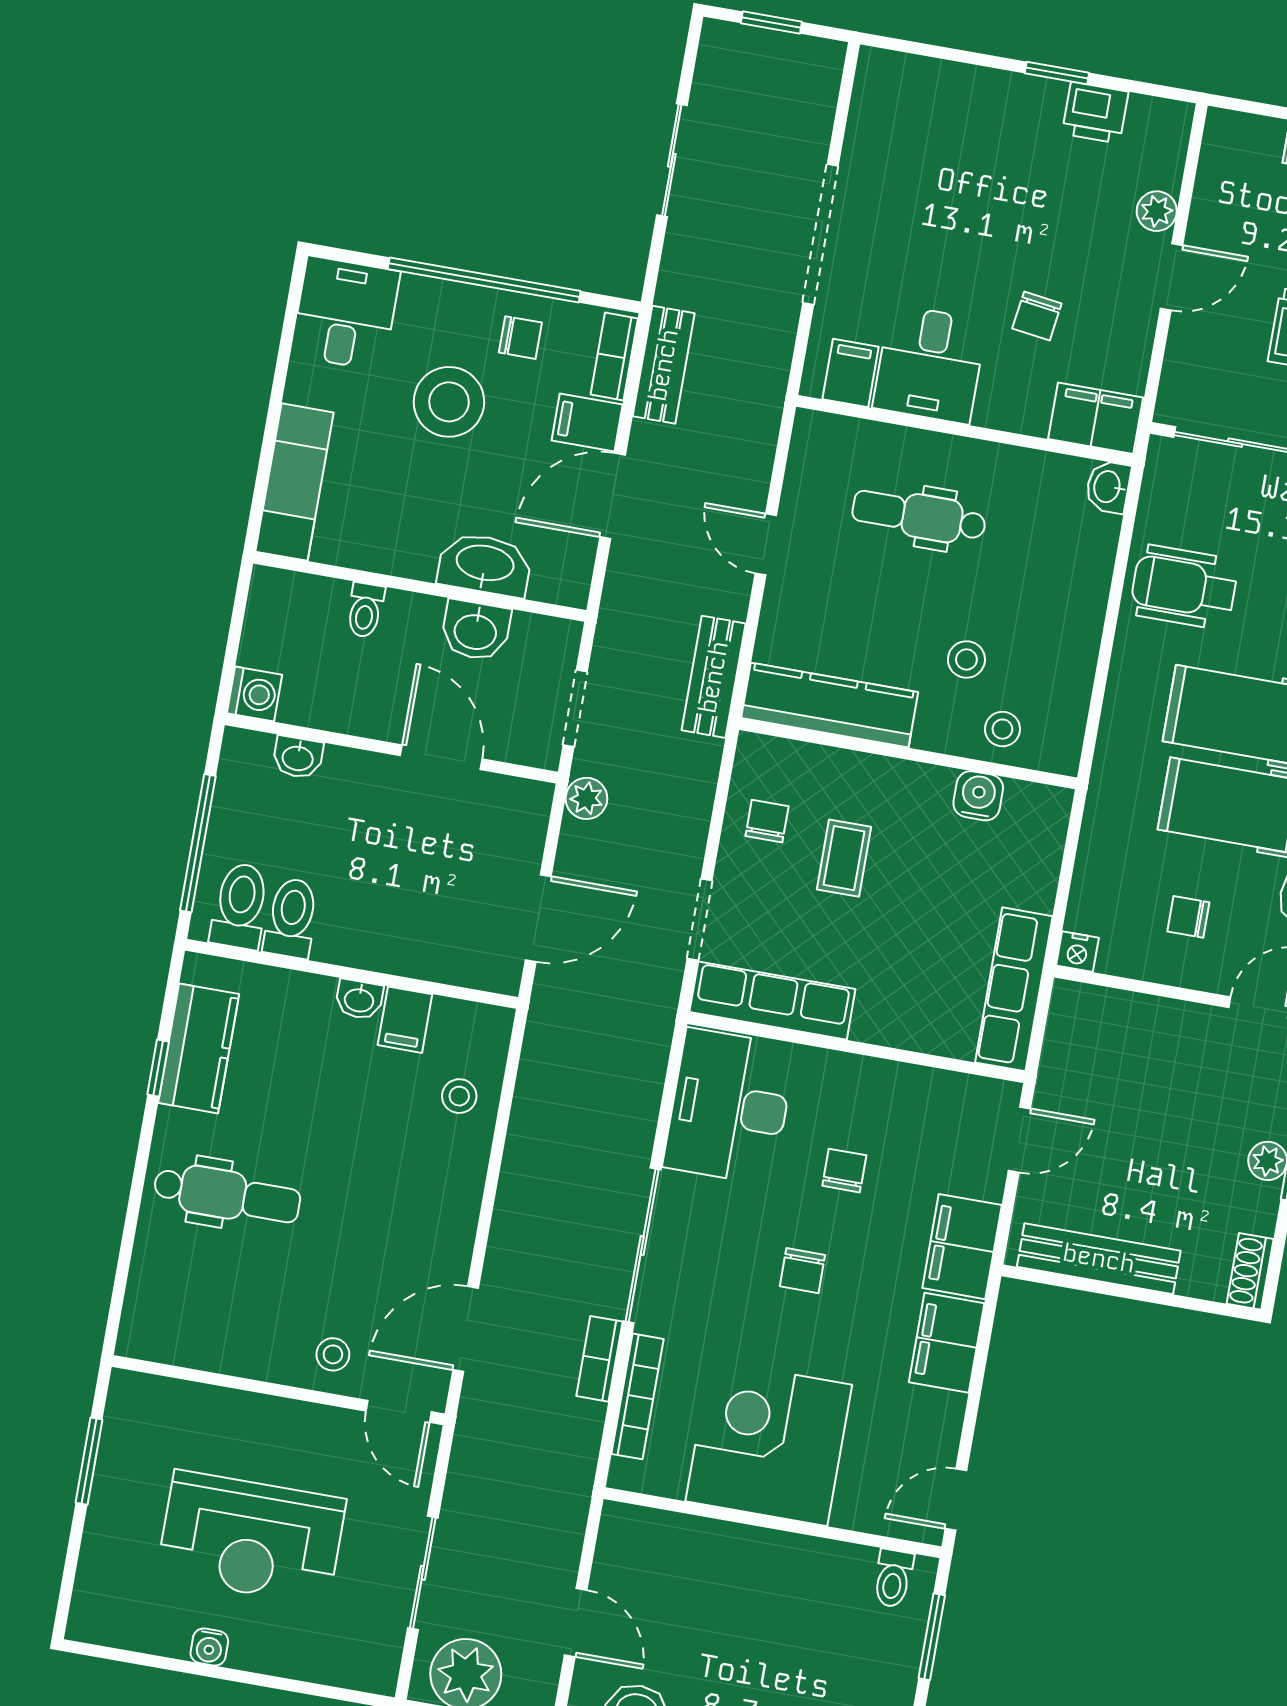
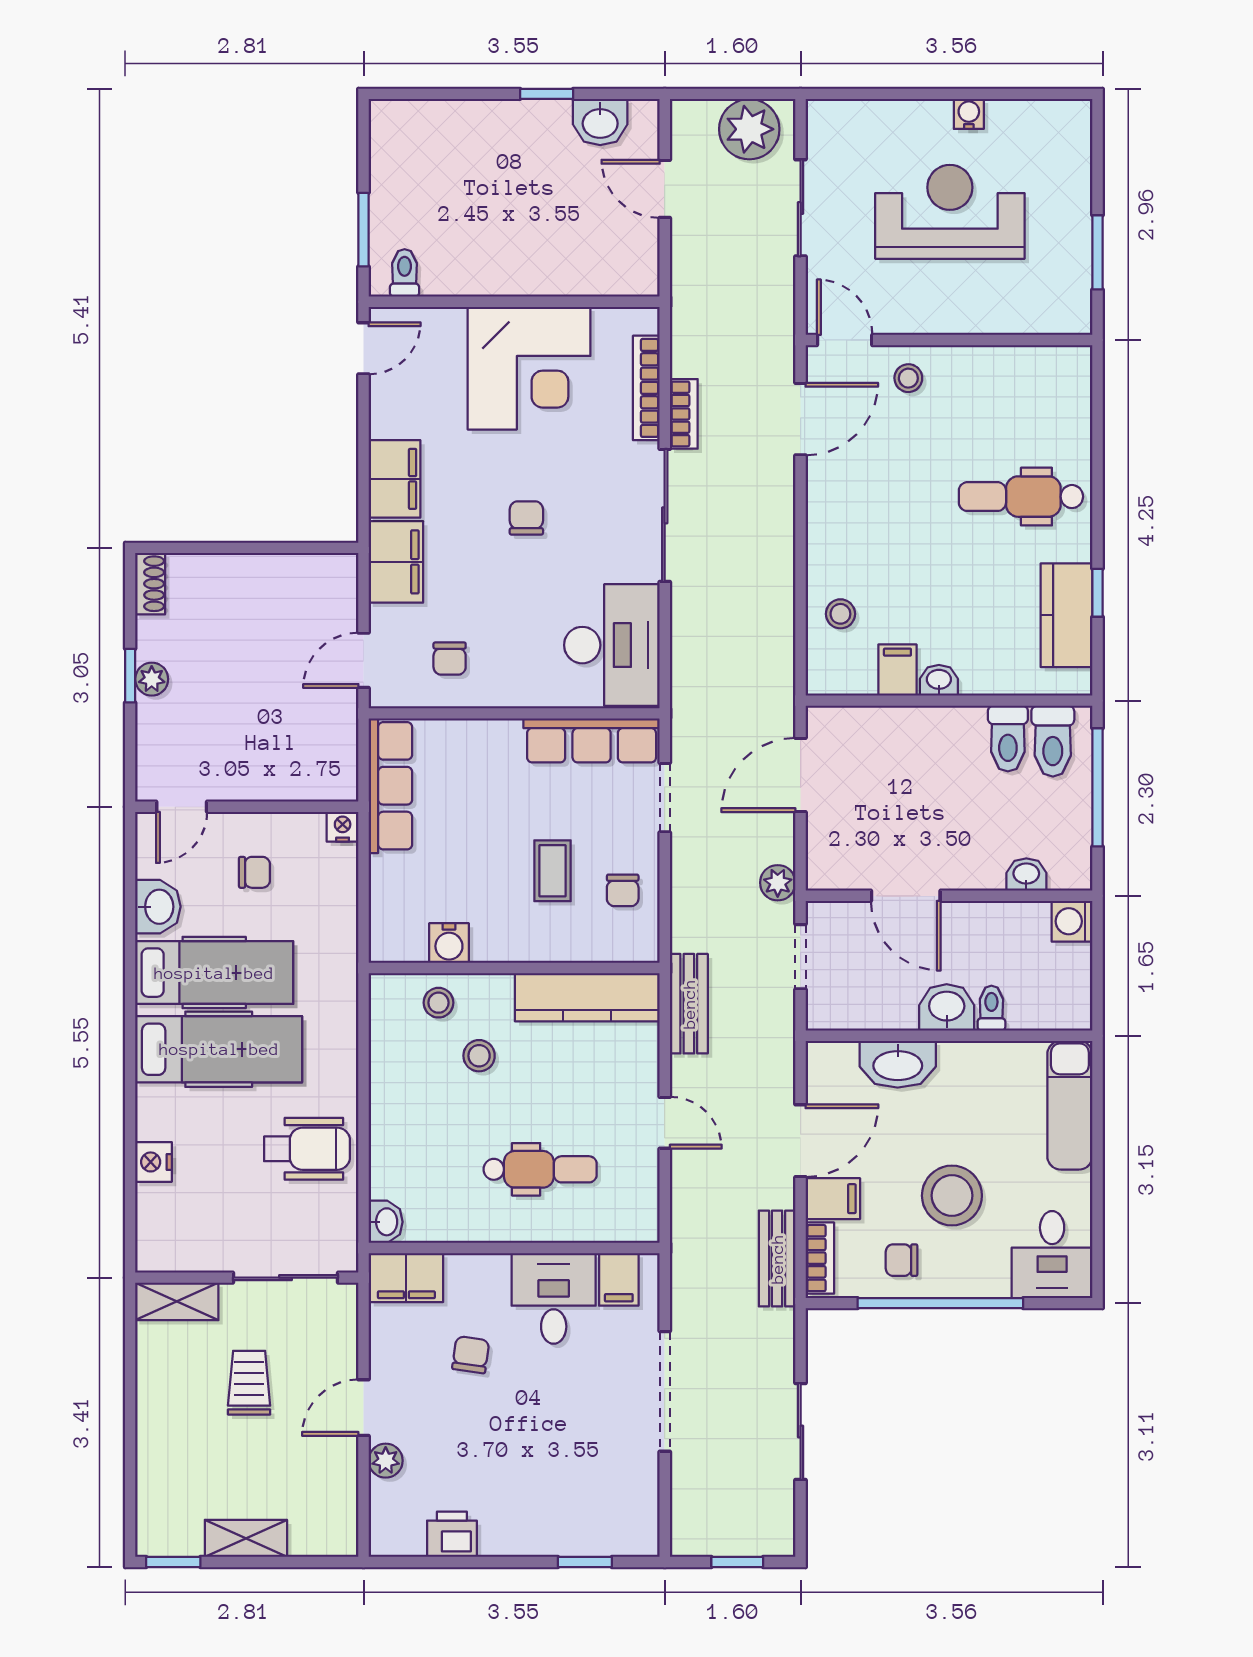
window: (1057, 73) -> (585, 1562), moved
washbasin: (476, 630) -> (947, 1007), moved
chair: (844, 1171) -> (450, 658), moved
bench: (1099, 1259) -> (279, 572), removed

